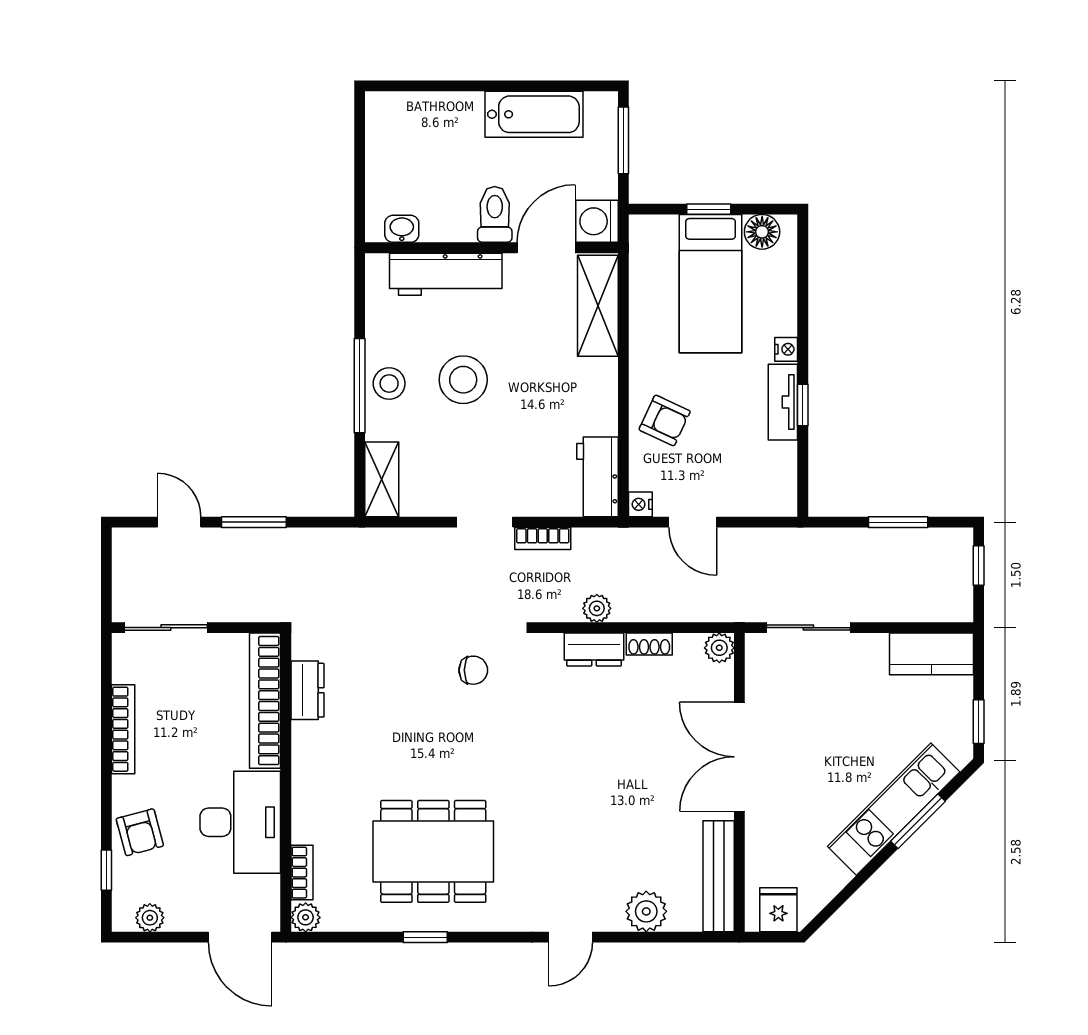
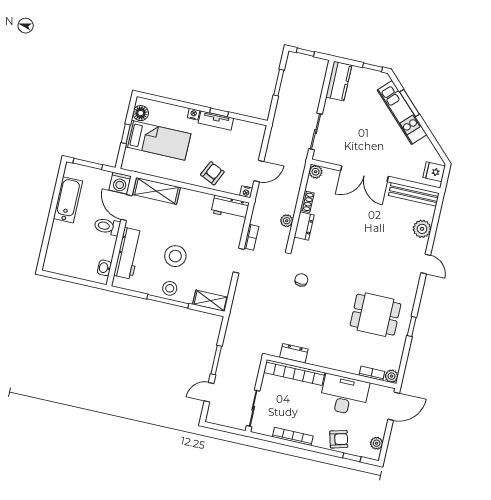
dining table: (433, 851) -> (376, 315), width x0.73

